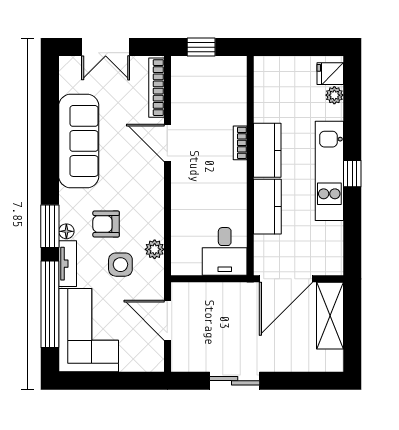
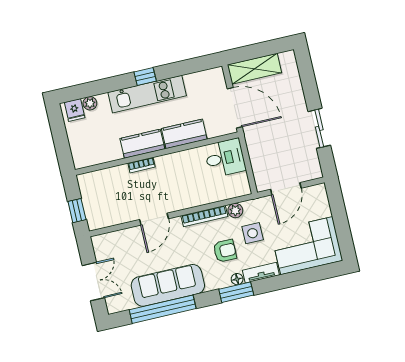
bookcase: (156, 88) -> (204, 216), moved
armchair: (106, 224) -> (225, 251), turned -90
window: (50, 304) -> (163, 309), moved

